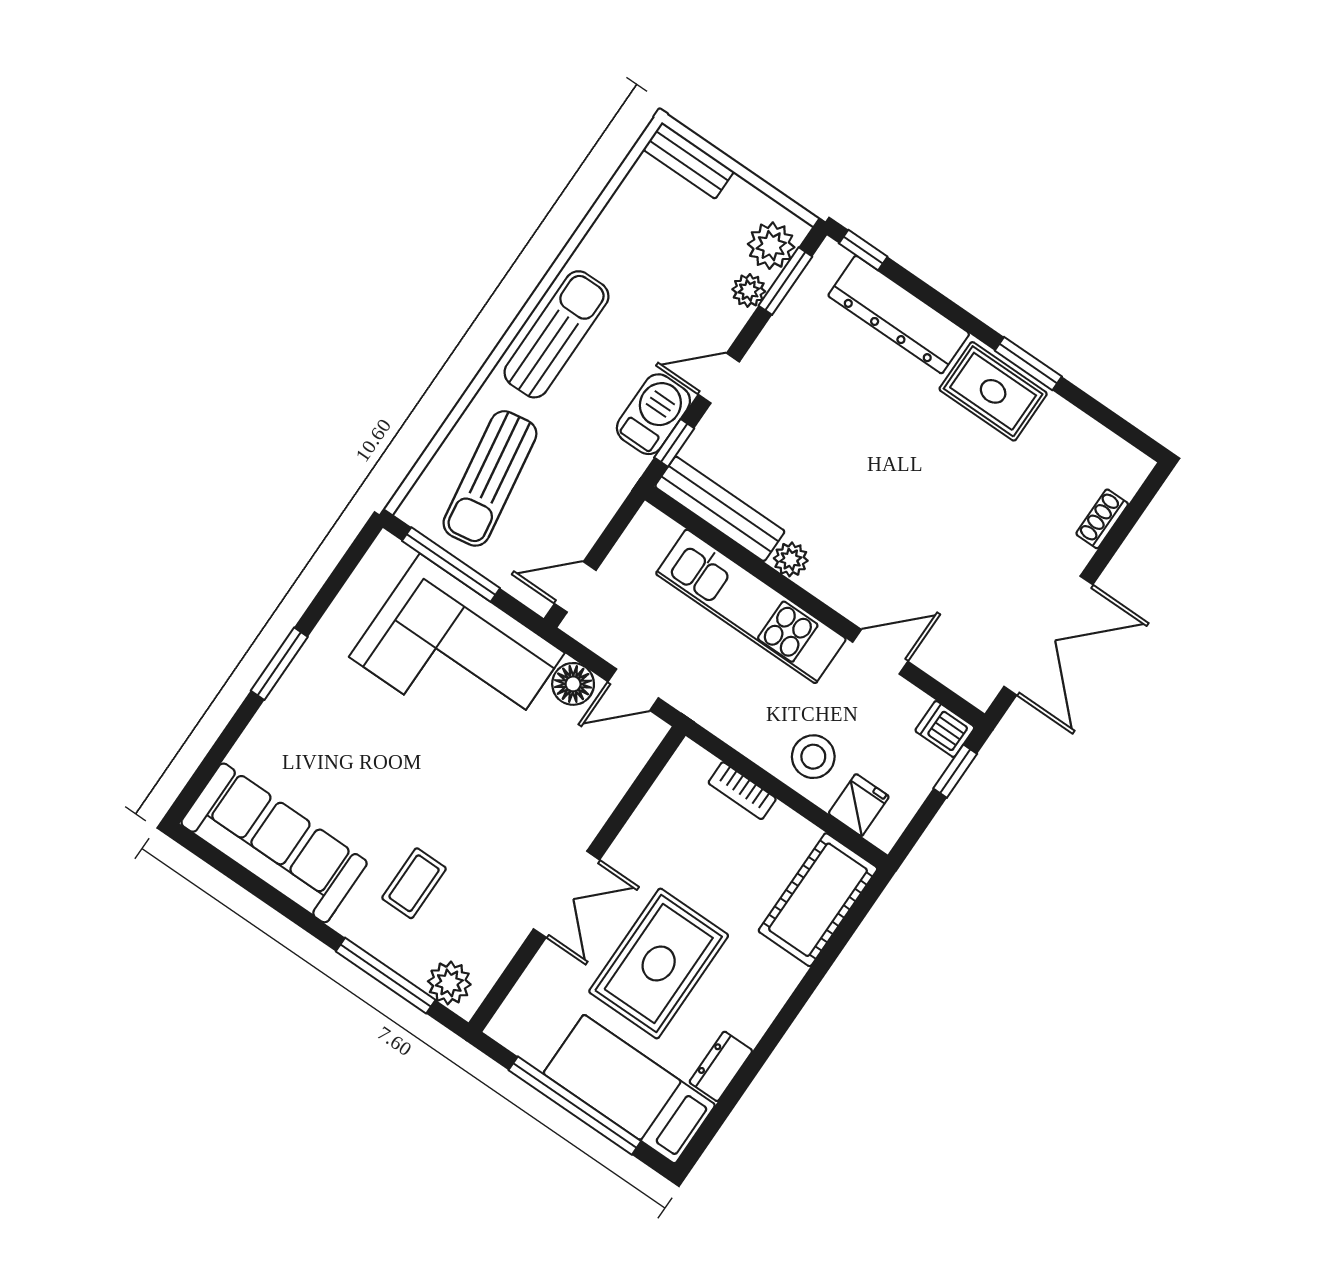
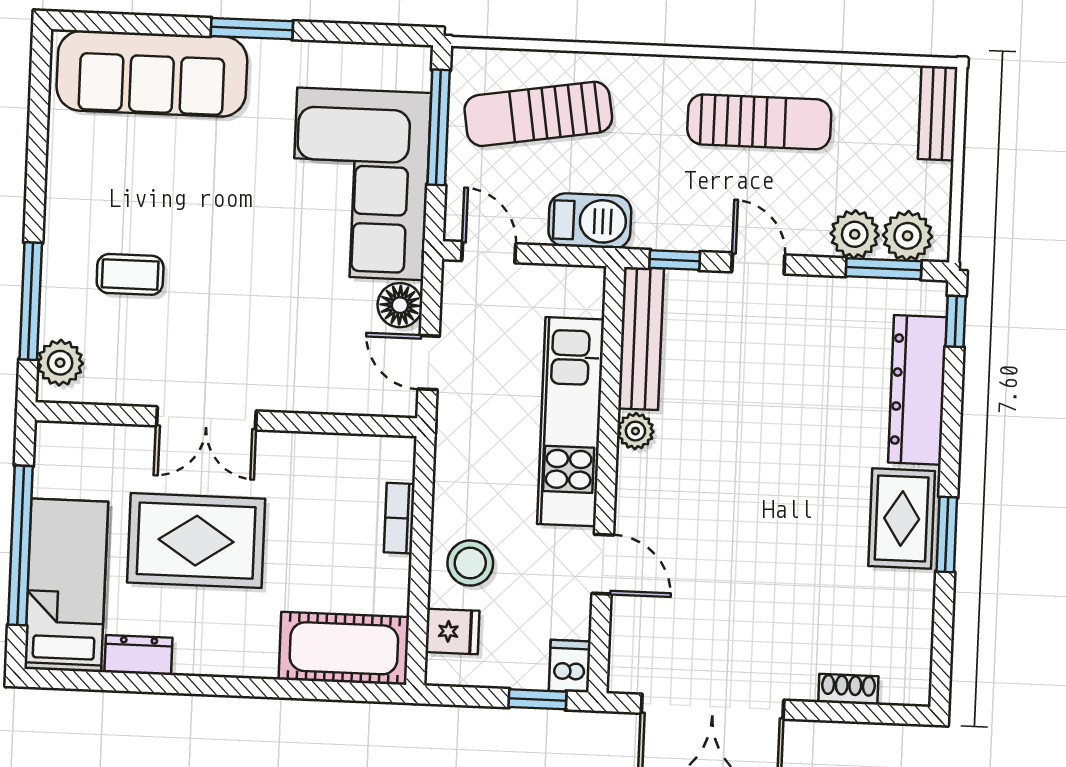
plant: (749, 290) -> (855, 234), width x1.38, depth x1.38
sun lounger: (557, 334) -> (759, 122), moved
barbecue: (653, 414) -> (590, 221), moved
sofa: (274, 843) -> (152, 74), moved, turned 90

